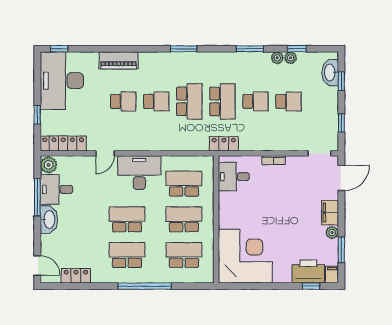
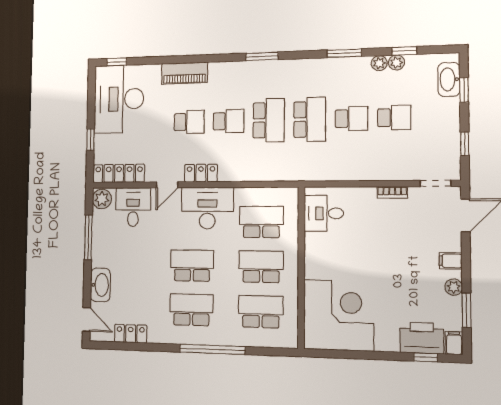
locker: (224, 144) -> (201, 173), moved
bookcase: (274, 160) -> (392, 192), moved
desk: (56, 189) -> (133, 207), moved, turned 90
filing cabinet: (330, 213) -> (451, 261), width x0.50
washbasin: (49, 220) -> (100, 285), moved

